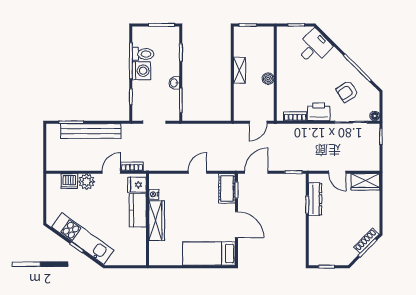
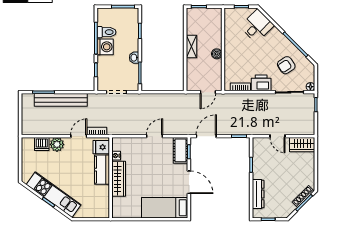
dresser: (315, 199) -> (258, 194), moved

